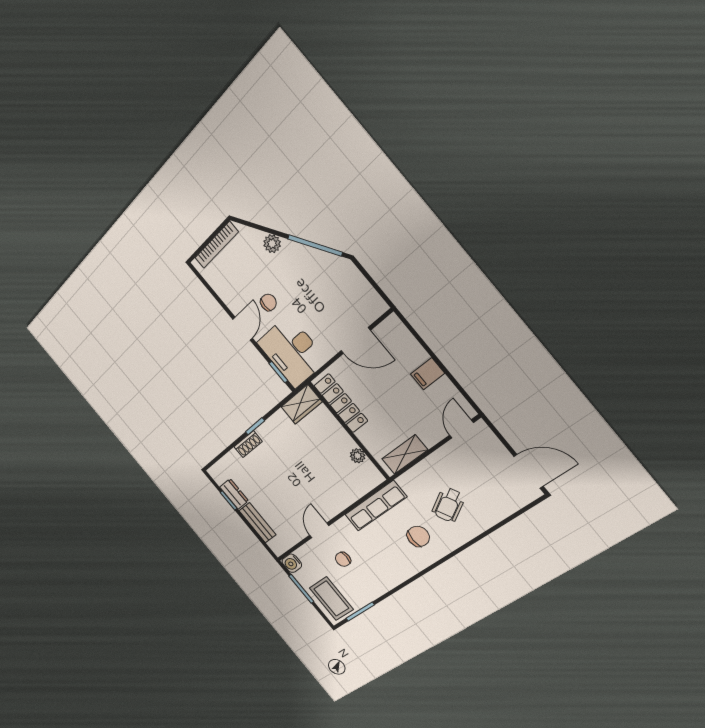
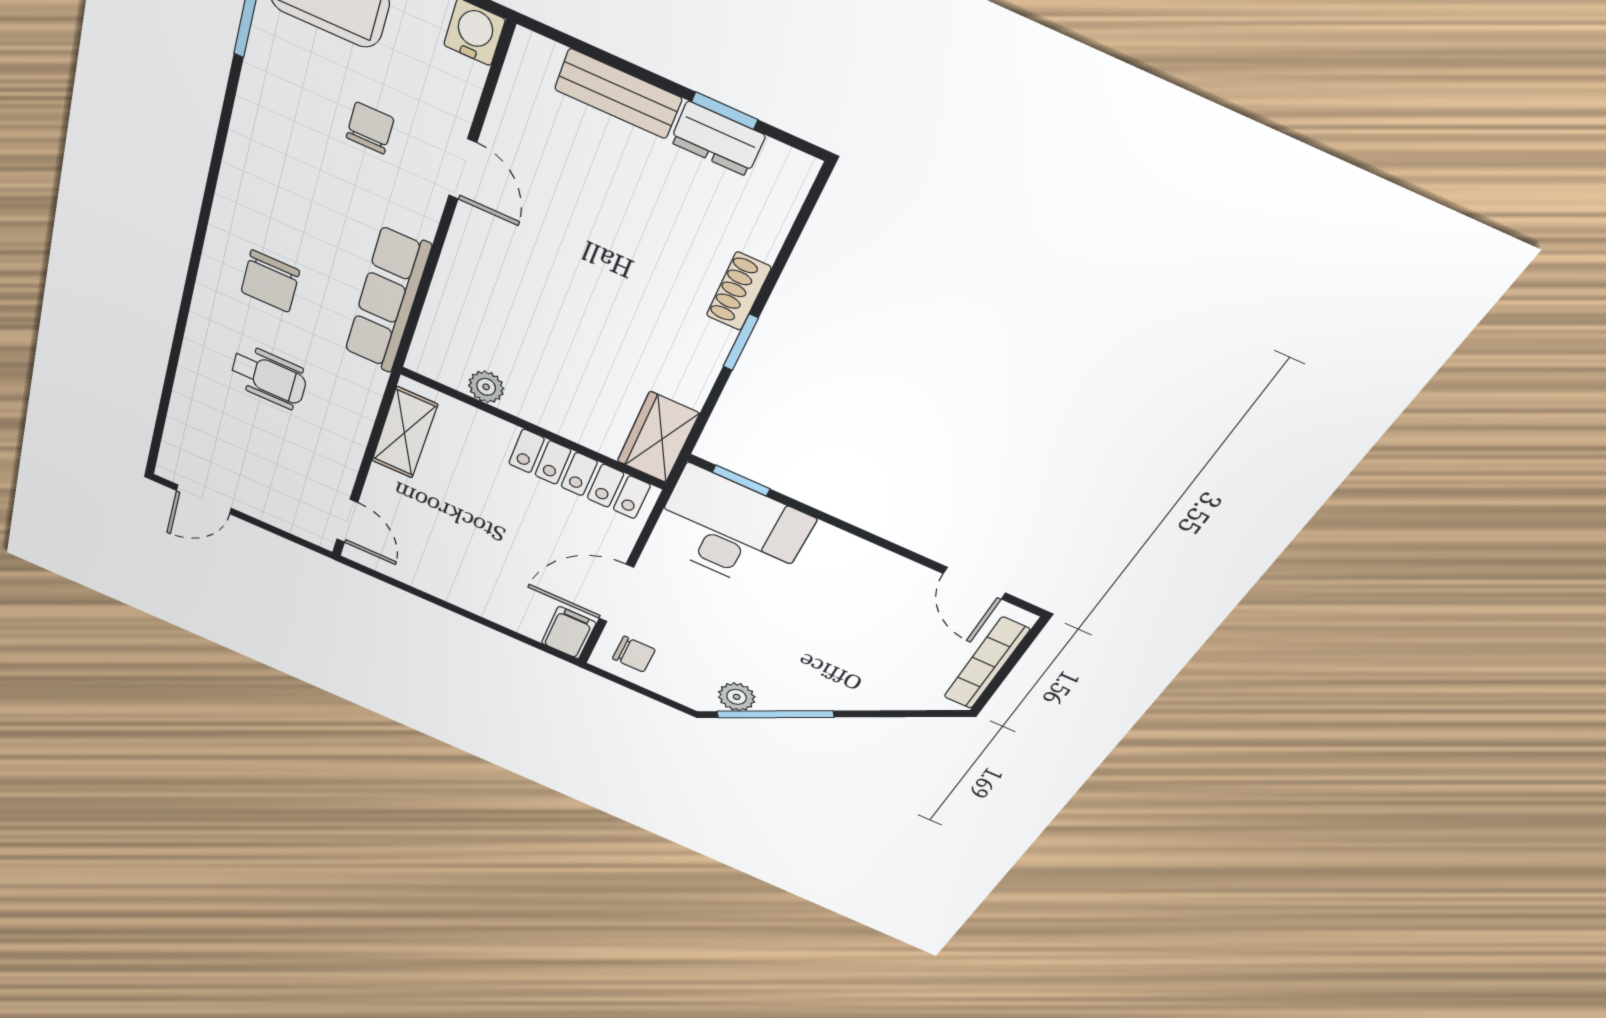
plant: (272, 244) -> (737, 697), moved
chair: (268, 302) -> (634, 654), moved, turned -90
door: (243, 329) -> (974, 583), moved
filing cabinet: (428, 374) -> (569, 633), moved
door: (528, 471) -> (204, 499), width x0.73
wheelchair: (448, 505) -> (269, 377), turned 119

